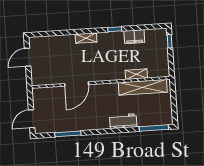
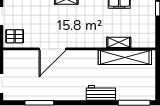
pallet: (41, 75) -> (15, 36), added

